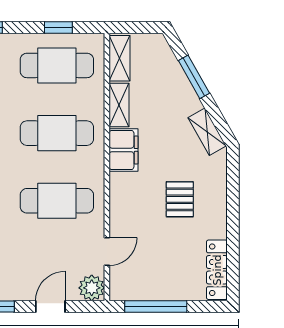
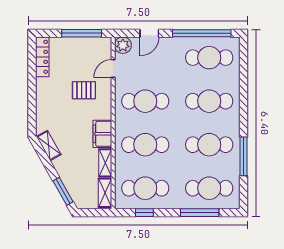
window: (194, 77) -> (63, 191), moved
pallet: (180, 199) -> (84, 90), moved, turned 90

